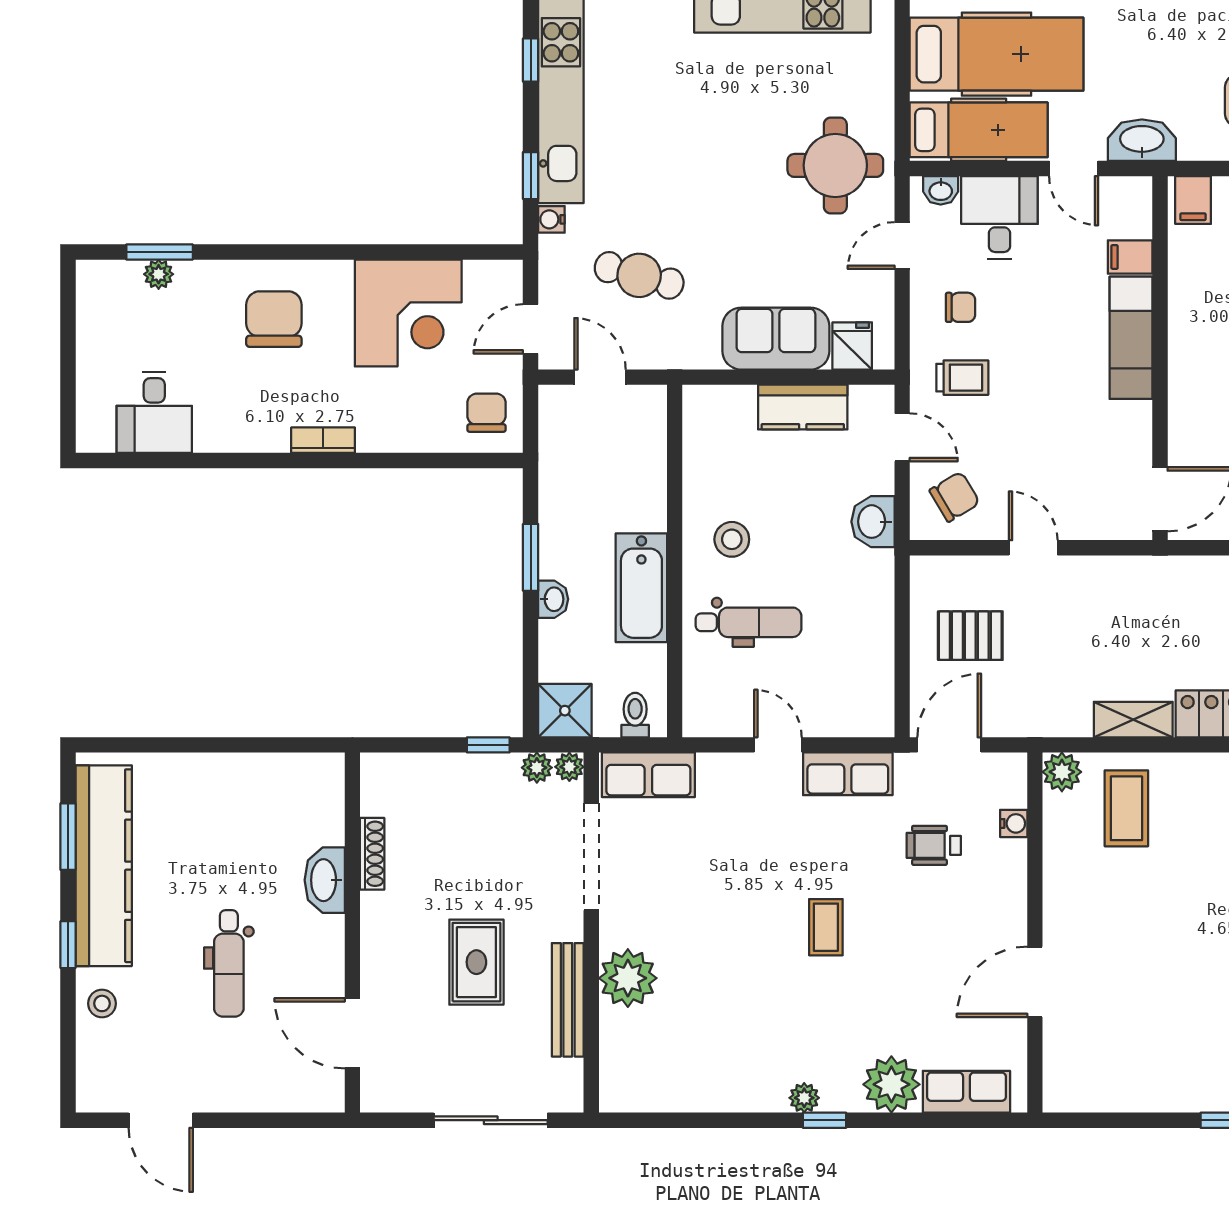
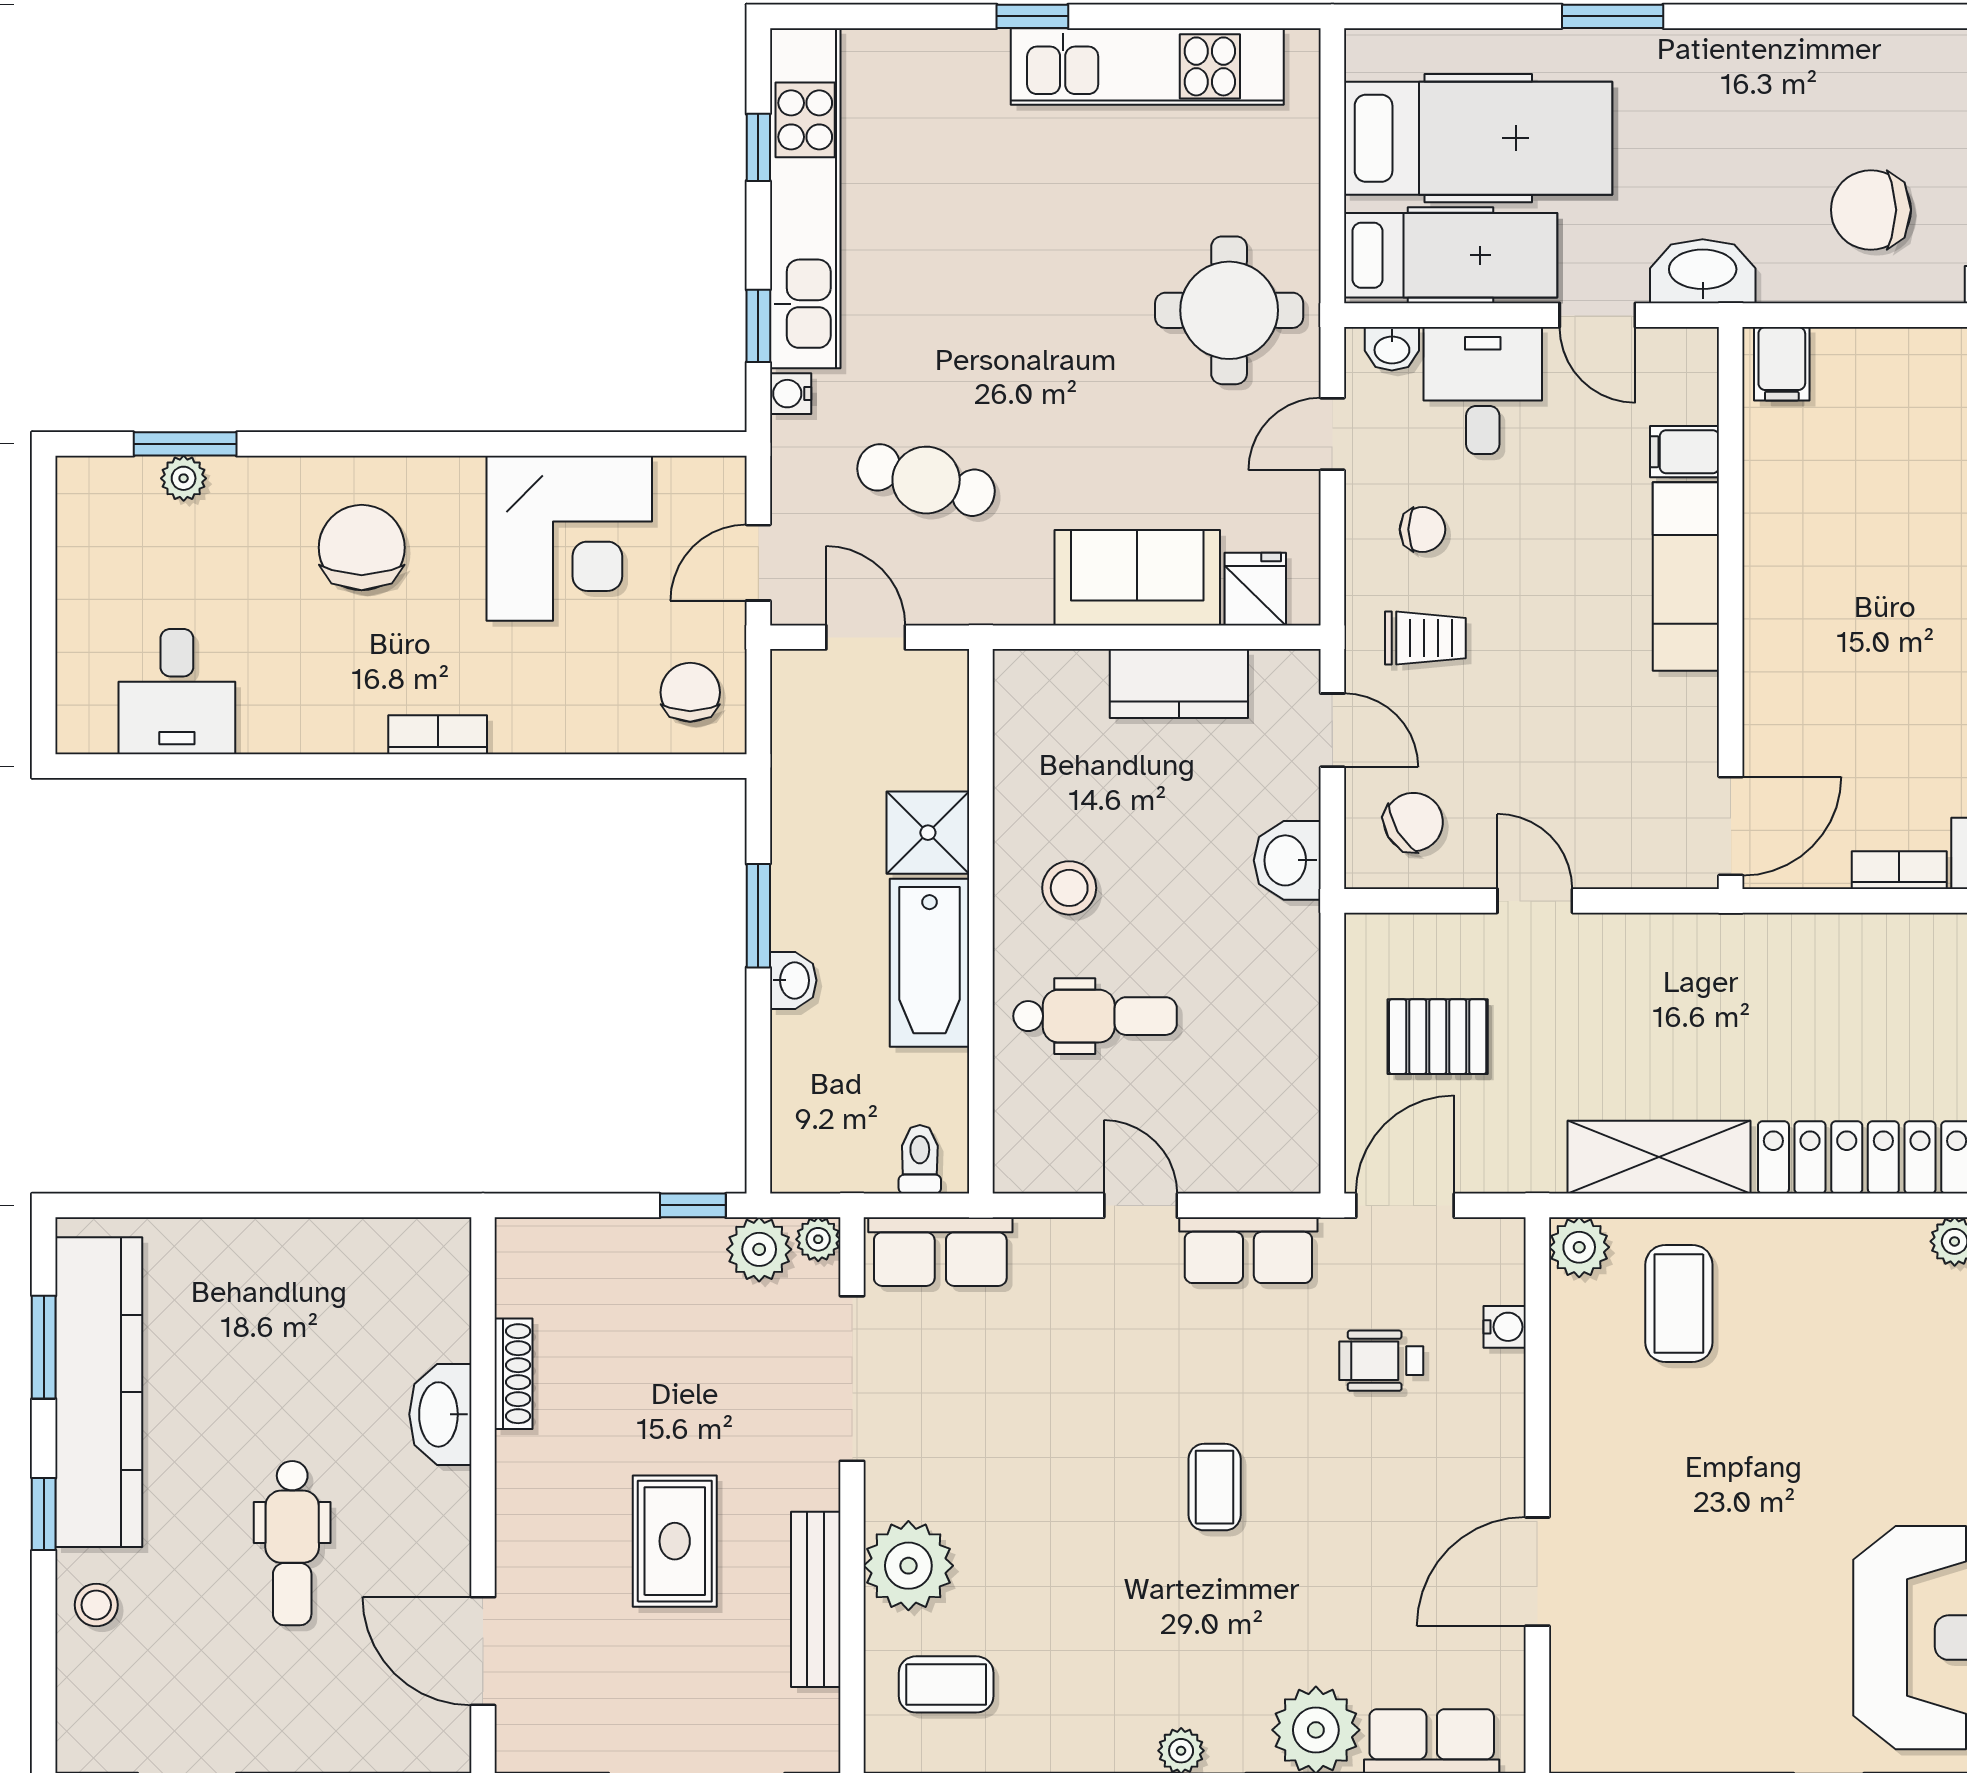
shower: (565, 711) -> (928, 833), moved
shelving: (1133, 720) -> (1659, 1157), width x1.50, depth x1.33
plant: (537, 768) -> (759, 1249), width x1.38, depth x1.38
coffee table: (652, 1055) -> (946, 1684), added

